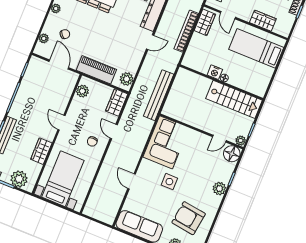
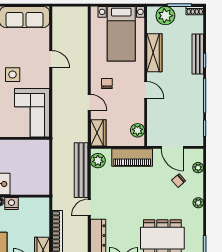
bench: (159, 95) -> (81, 170), moved
wardrobe: (41, 151) -> (154, 53), width x1.50

